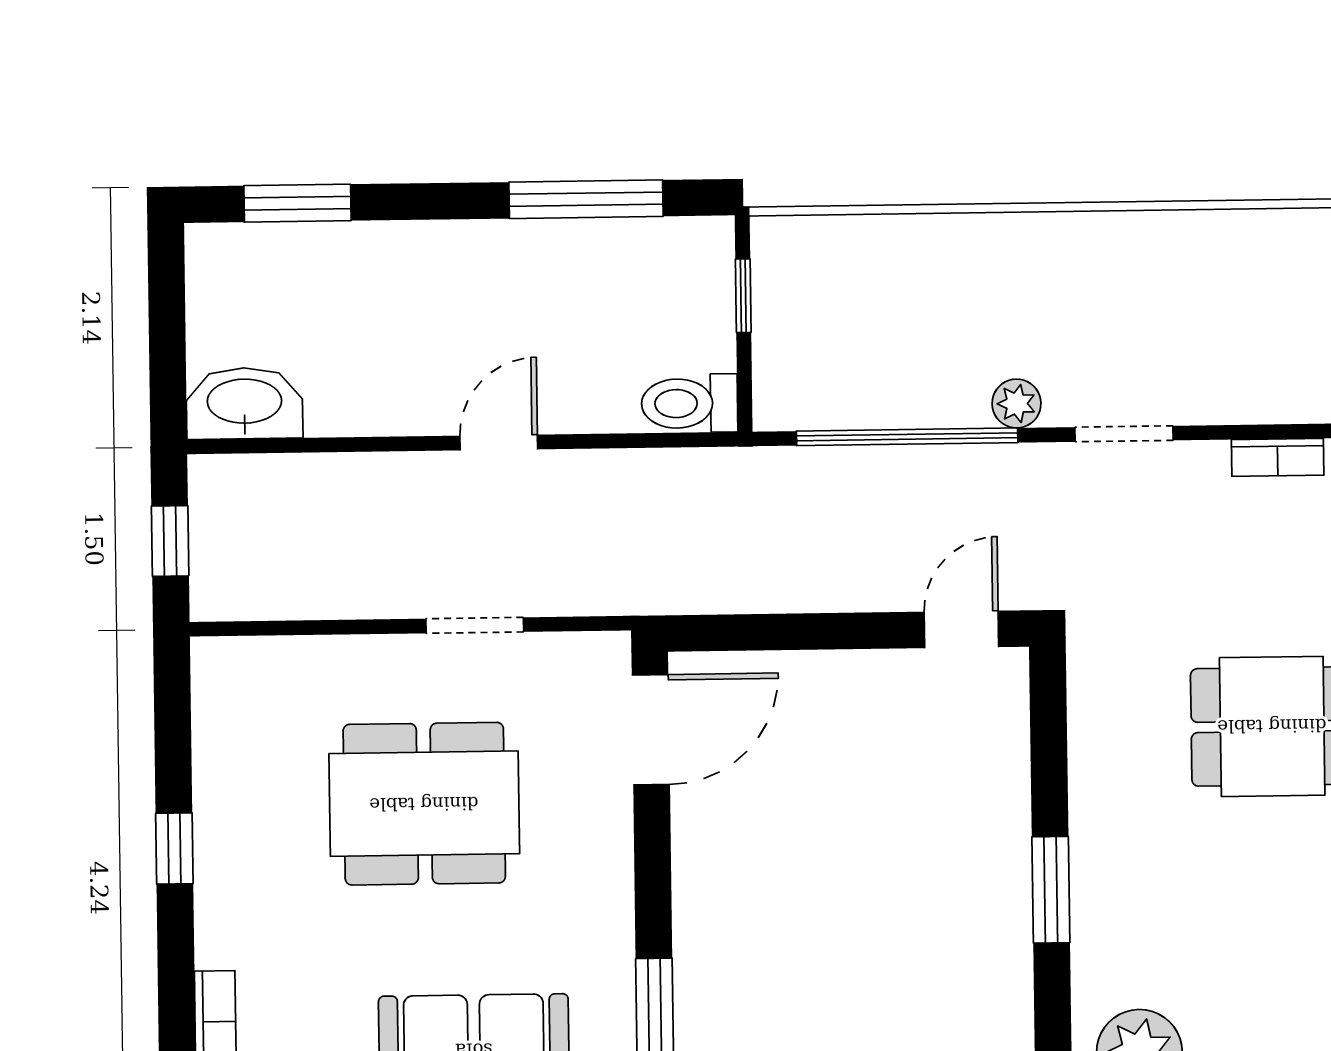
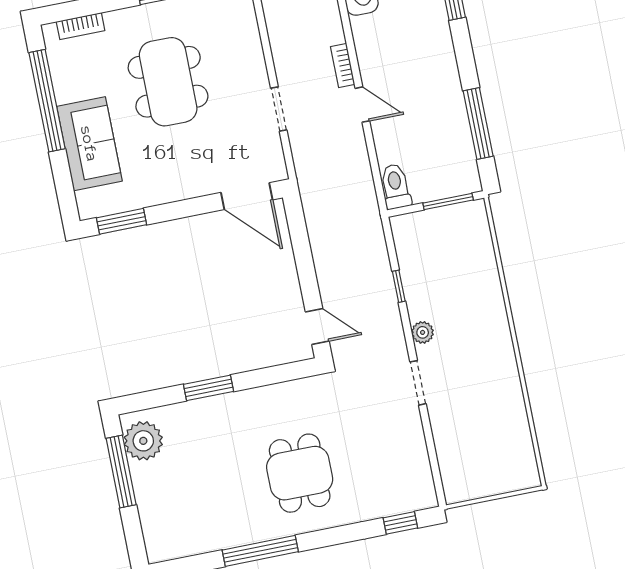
window: (743, 296) -> (448, 202), width x1.50
window: (907, 437) -> (399, 286), width x0.32
bookcase: (1278, 457) -> (343, 65), moved
dining table: (424, 804) -> (168, 82), moved

